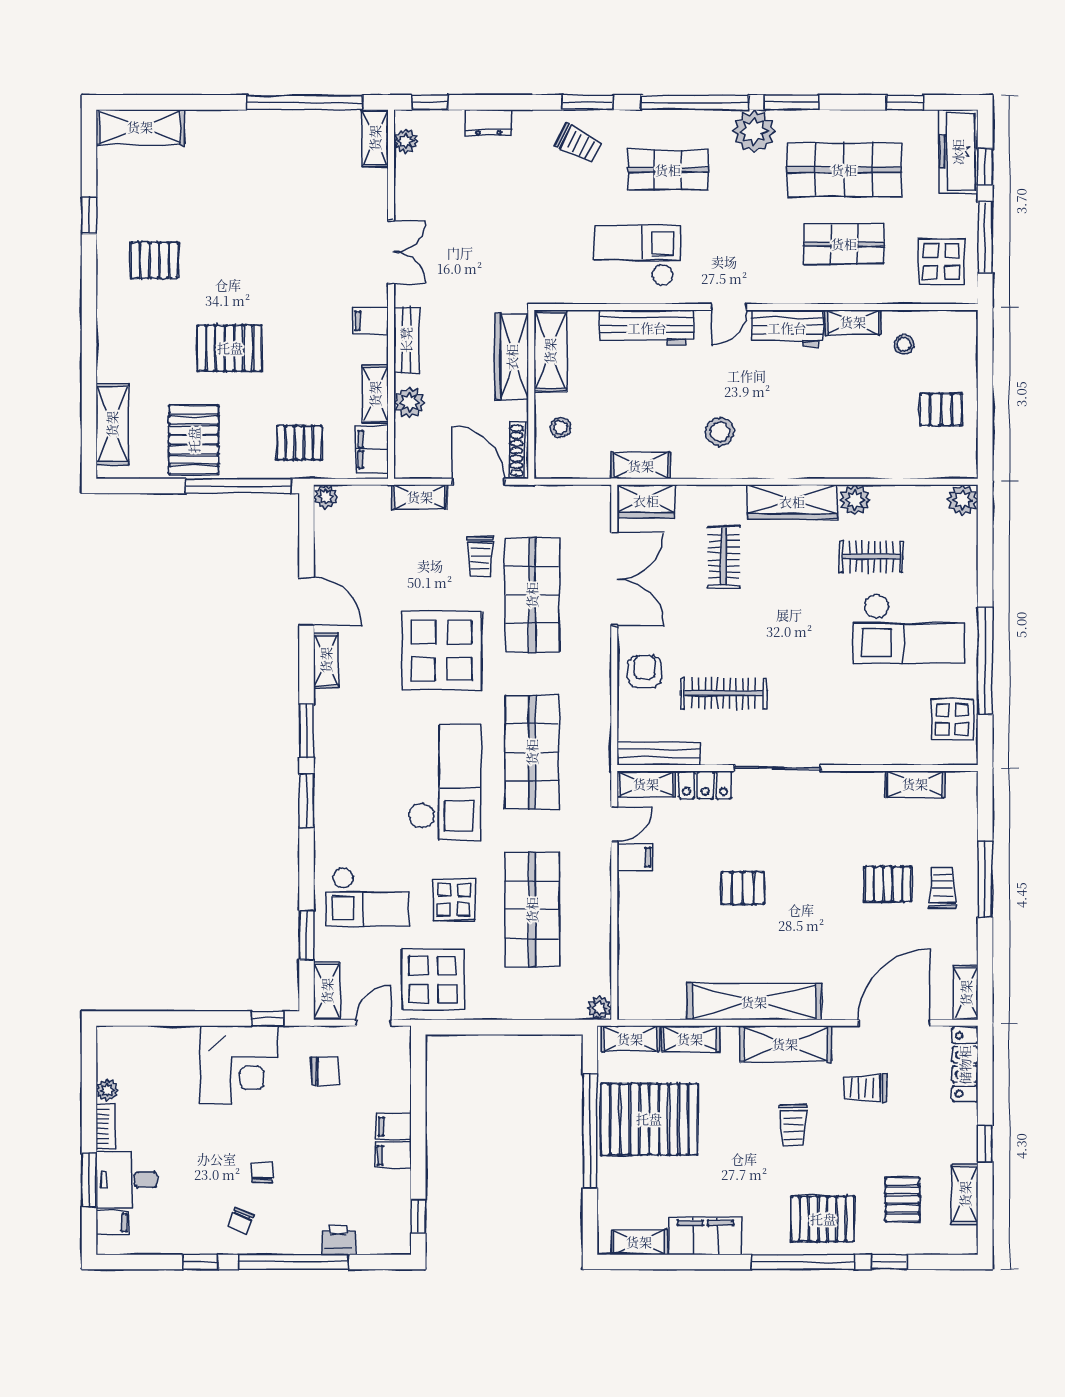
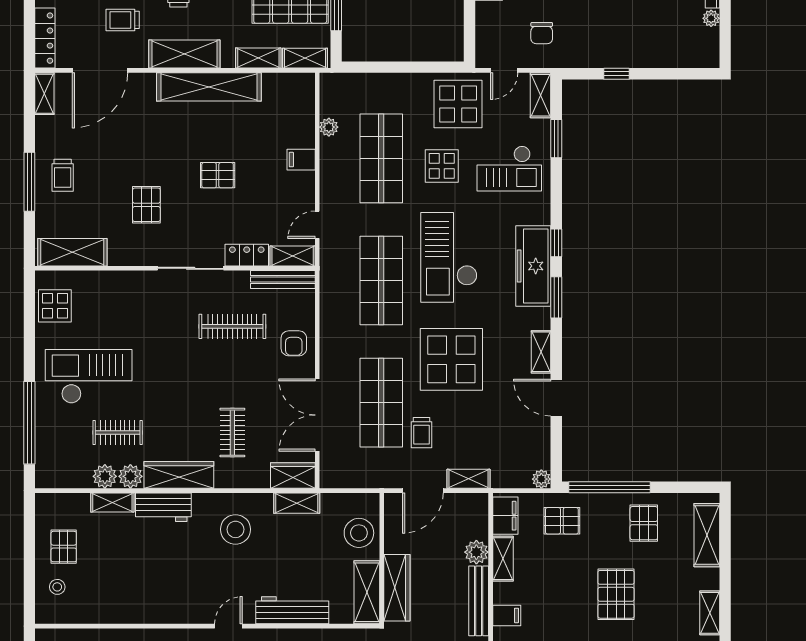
shelving: (853, 322) -> (112, 502), moved
shelving: (109, 324) -> (710, 613), added
workbench: (787, 328) -> (163, 507), moved, turned 180
bench: (406, 340) -> (479, 601), width x1.36
stool: (904, 344) -> (57, 587), moved
pallet: (230, 348) -> (616, 594), turned 90
pallet: (941, 410) -> (64, 547), turned 90
stool: (561, 427) -> (359, 533), width x1.89, depth x1.89
stool: (720, 432) -> (235, 529), width x1.38, depth x1.38
pallet: (194, 440) -> (644, 523), width x0.67, depth x0.71
shoe rack: (519, 451) -> (391, 515), removed
door: (478, 482) -> (423, 491), hinge flipped
plant: (963, 500) -> (105, 476), moved
trolley: (480, 556) -> (421, 433), turned 180
window: (985, 661) -> (29, 423), moved
freezer: (336, 771) -> (533, 266), added
shelving: (915, 784) -> (72, 252), width x1.50, depth x1.33
window: (307, 801) -> (556, 243), width x0.67
filing cabinet: (635, 857) -> (301, 160), moved
pallet: (888, 884) -> (146, 205), moved, turned 90
checkout: (367, 897) -> (509, 168), turned 180
plant: (600, 1008) -> (329, 127), moved
window: (267, 1019) -> (616, 74), moved
corner desk: (239, 1065) -> (609, 38), removed
chair: (325, 1071) -> (542, 33), turned -90
trolley: (865, 1088) -> (123, 20), turned 180

